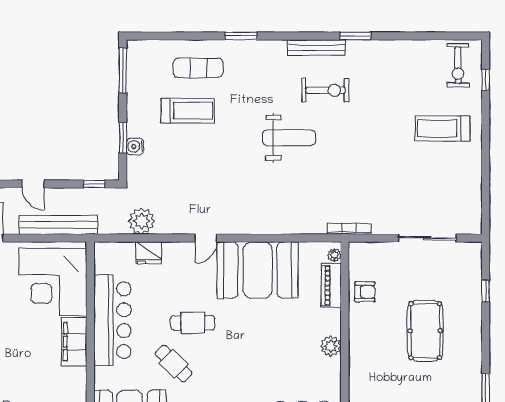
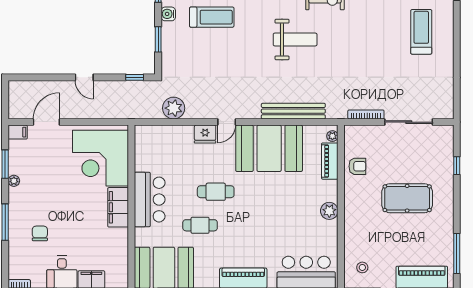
treadmill: (442, 128) -> (421, 32), turned 90
water cooler: (135, 146) -> (168, 14), moved
bench: (58, 225) -> (293, 111), moved
bookcase: (349, 229) -> (366, 114), moved
fridge: (148, 253) -> (205, 134), moved
bar counter: (112, 320) -> (150, 200), width x0.73
pool table: (425, 331) -> (407, 198), turned 90
cafe table: (174, 364) -> (200, 225), turned -45

